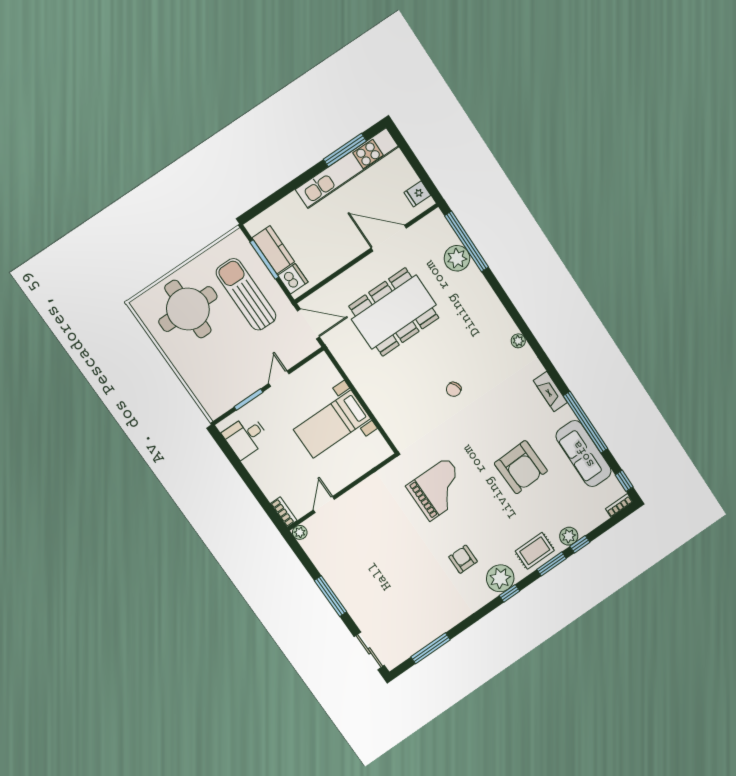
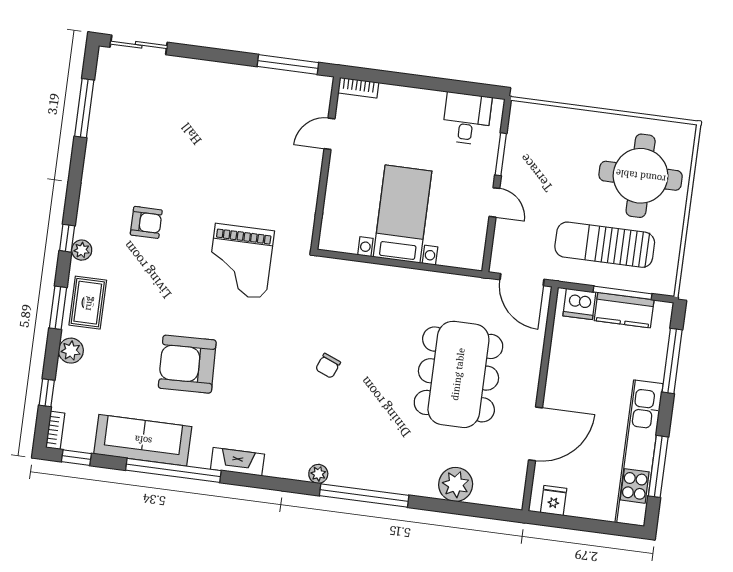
window: (277, 196) -> (672, 361), added
window: (466, 241) -> (364, 495), moved
sun lounger: (246, 294) -> (605, 245), turned 180
door: (308, 324) -> (522, 280), hinge flipped
chair: (454, 389) -> (328, 366), turned -135
door: (324, 505) -> (329, 134), swing flipped
plant: (300, 532) -> (323, 85), removed
window: (580, 544) -> (47, 393), moved
plant: (500, 578) -> (82, 250), width x0.53, depth x0.53
window: (331, 596) -> (288, 64), moved

